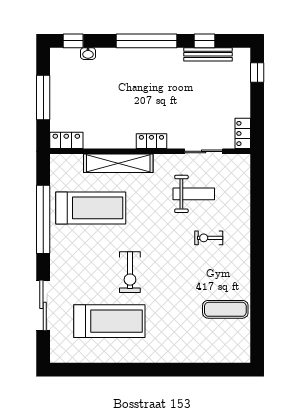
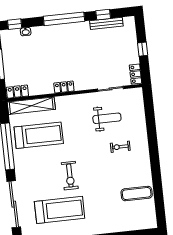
window: (257, 72) -> (143, 49), moved
locker: (151, 141) -> (64, 87), moved
shelving: (118, 163) -> (31, 106), moved
sliding door: (43, 305) -> (14, 204), width x1.36

